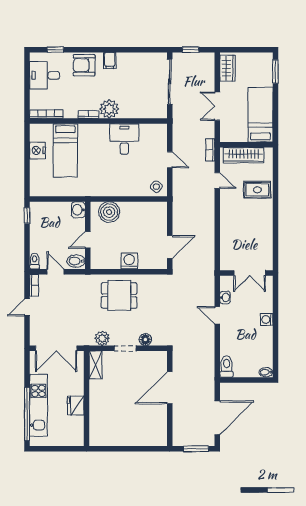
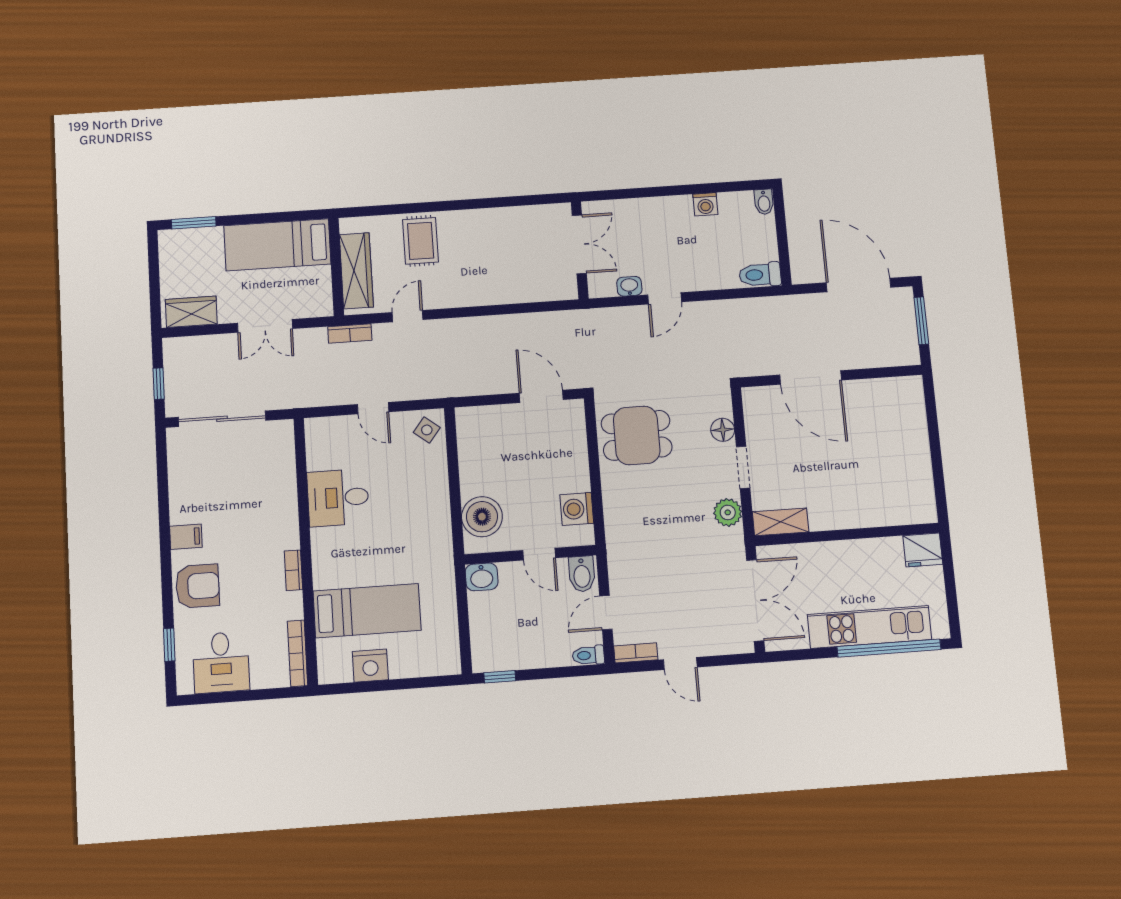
armchair: (84, 65) -> (197, 586), turned -90
plant: (109, 109) -> (281, 531), removed
door: (170, 160) -> (373, 408), swing flipped
washing machine: (129, 261) -> (577, 509), moved
dining table: (119, 295) -> (637, 435), moved, turned 90
washing machine: (267, 320) -> (705, 204), moved
fridge: (76, 405) -> (923, 550), moved

